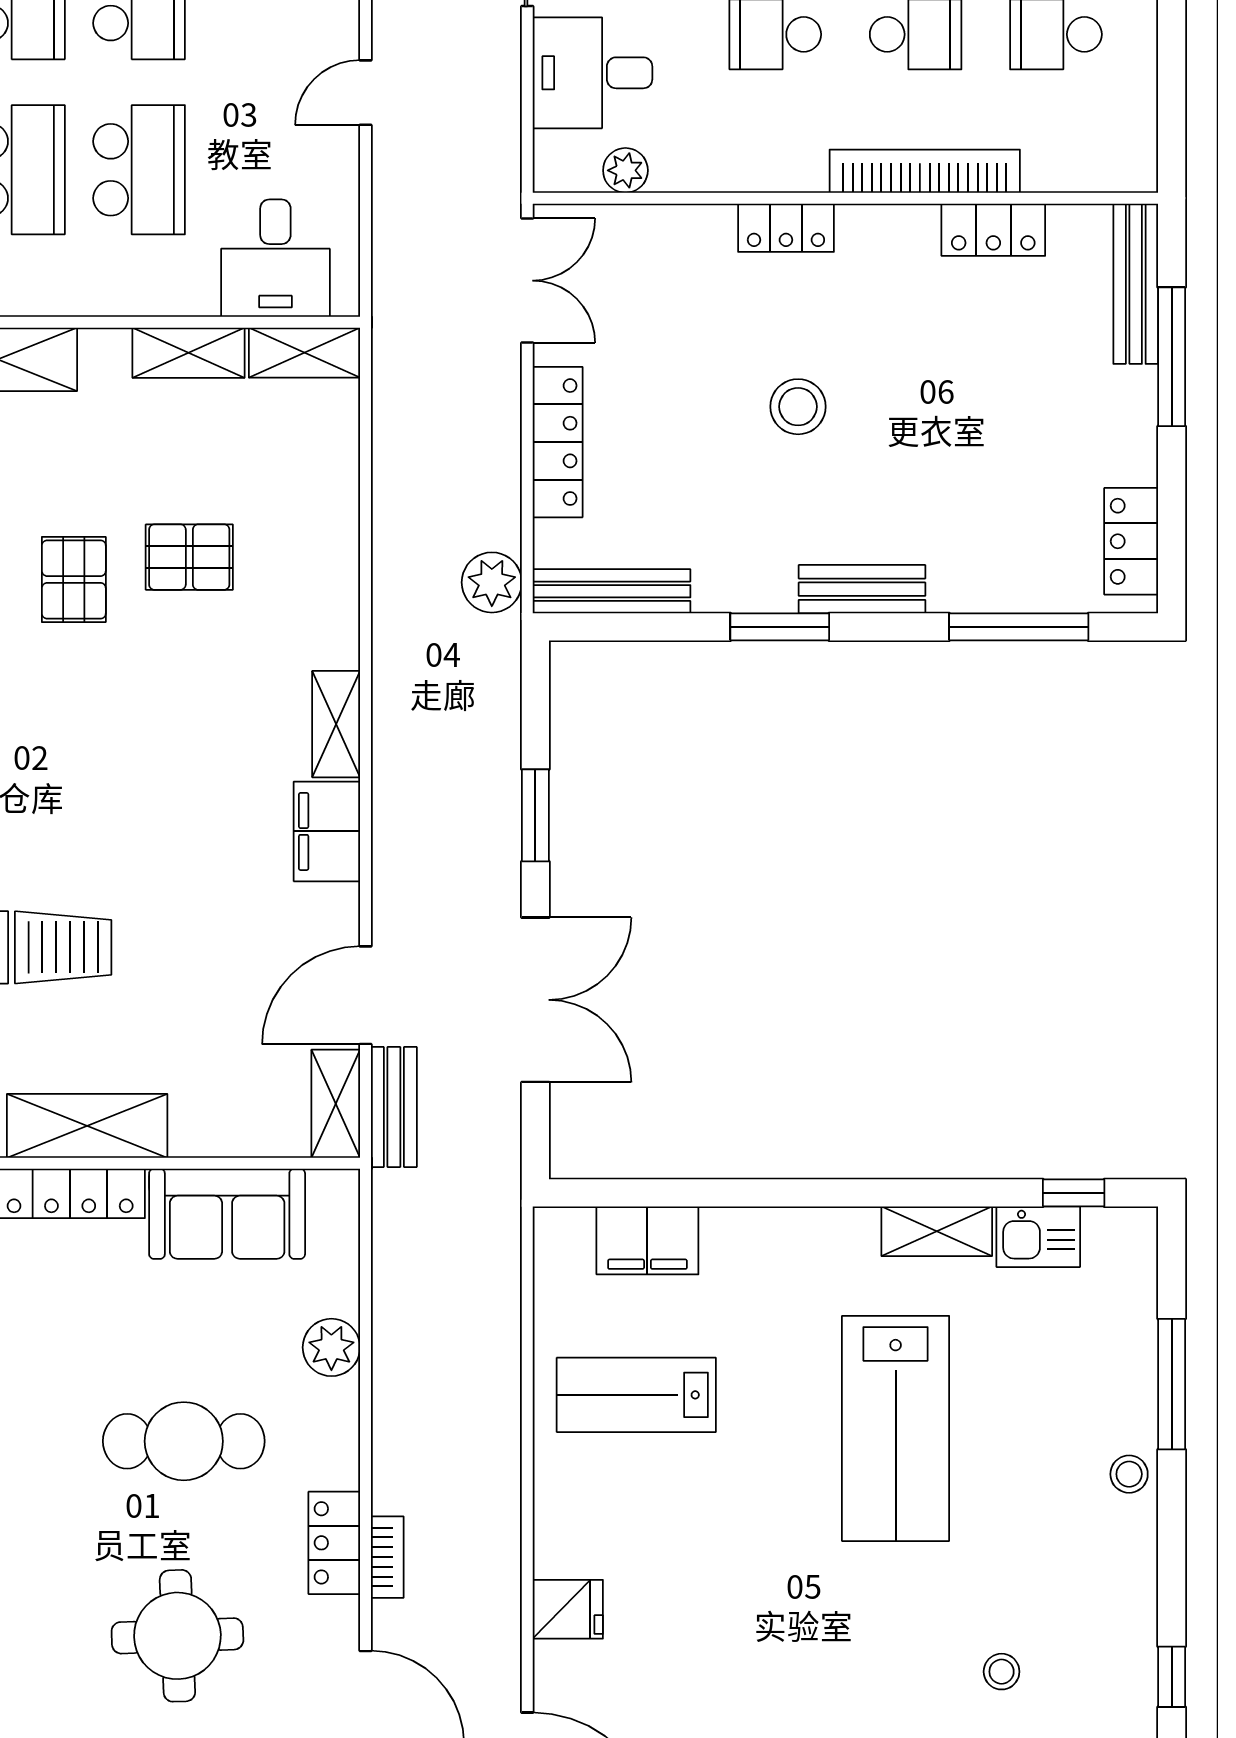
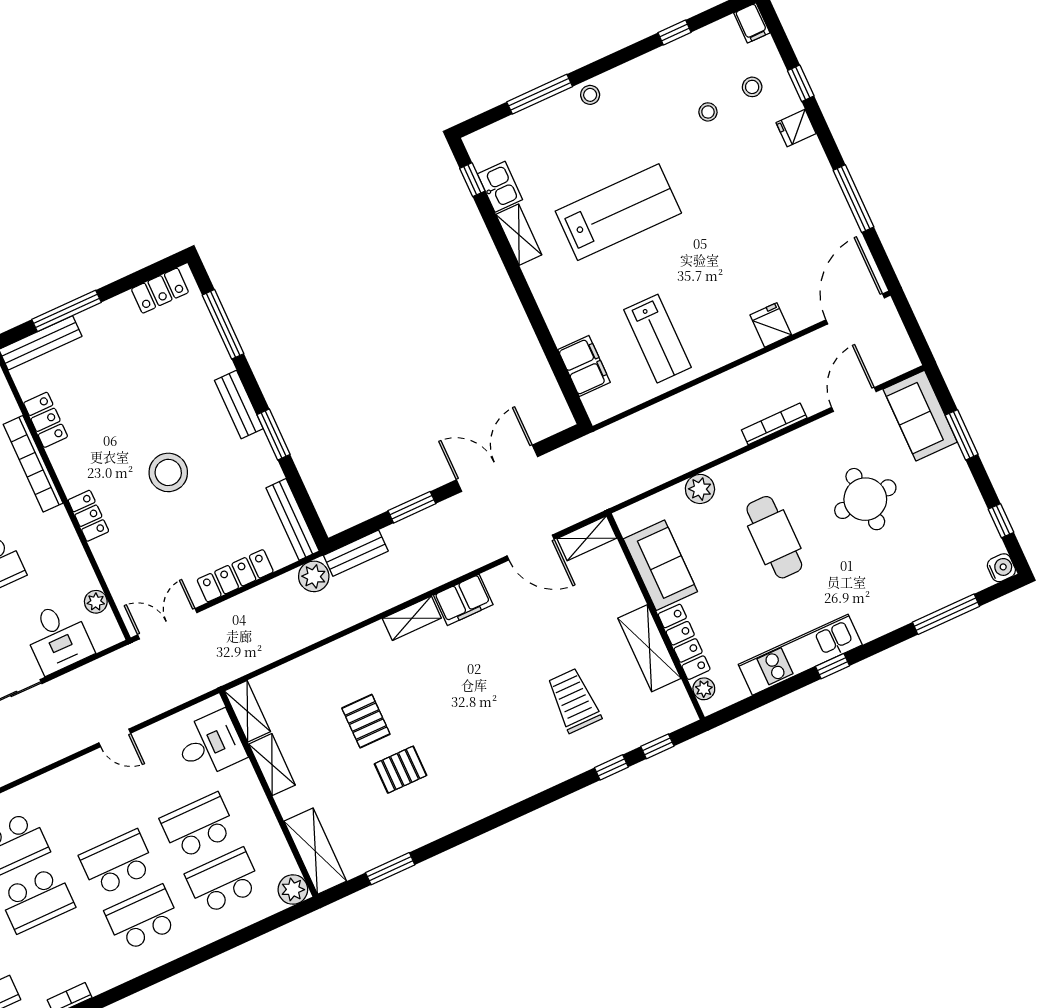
stool: (798, 407) -> (168, 472), width x1.38, depth x1.38
bench: (394, 1107) -> (356, 553), moved
locker: (334, 1543) -> (789, 446), removed
bookcase: (387, 1557) -> (774, 424), width x1.56

